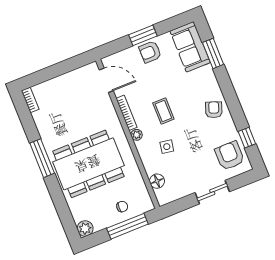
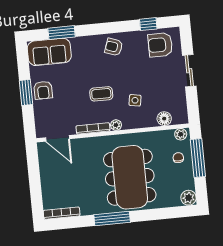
door: (106, 80) -> (58, 138), swing flipped
bookcase: (30, 100) -> (62, 213), width x1.56
plant: (146, 202) -> (181, 134), added

